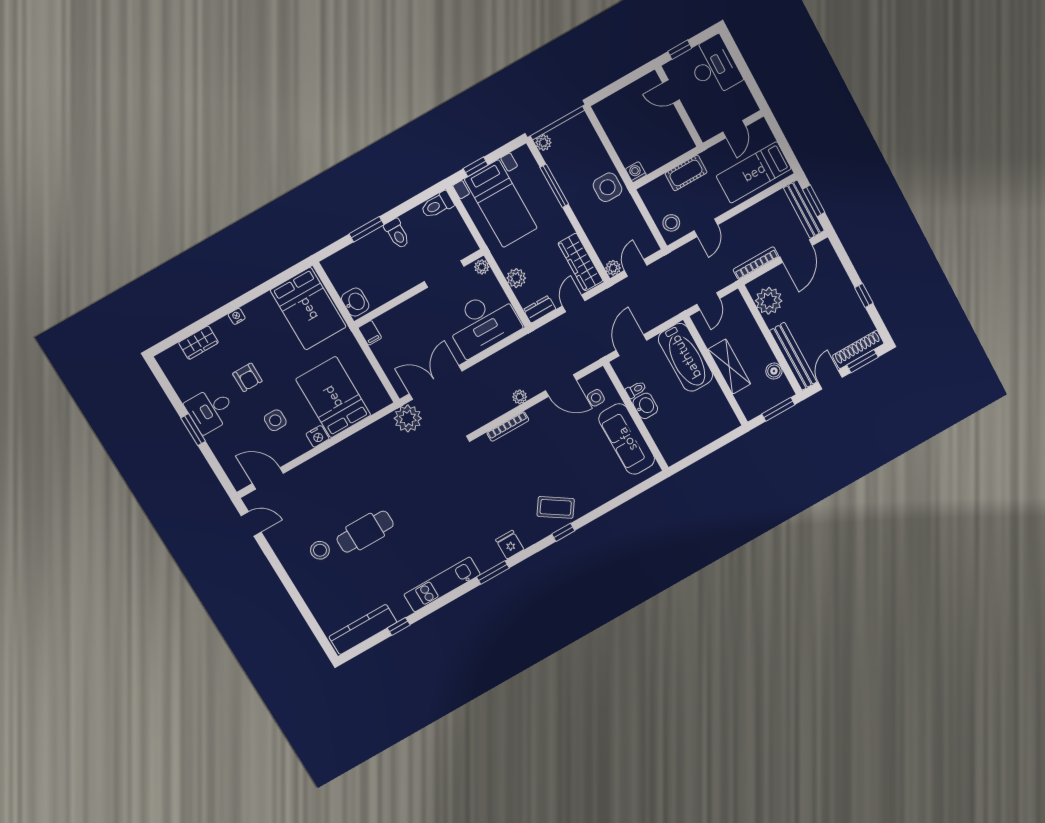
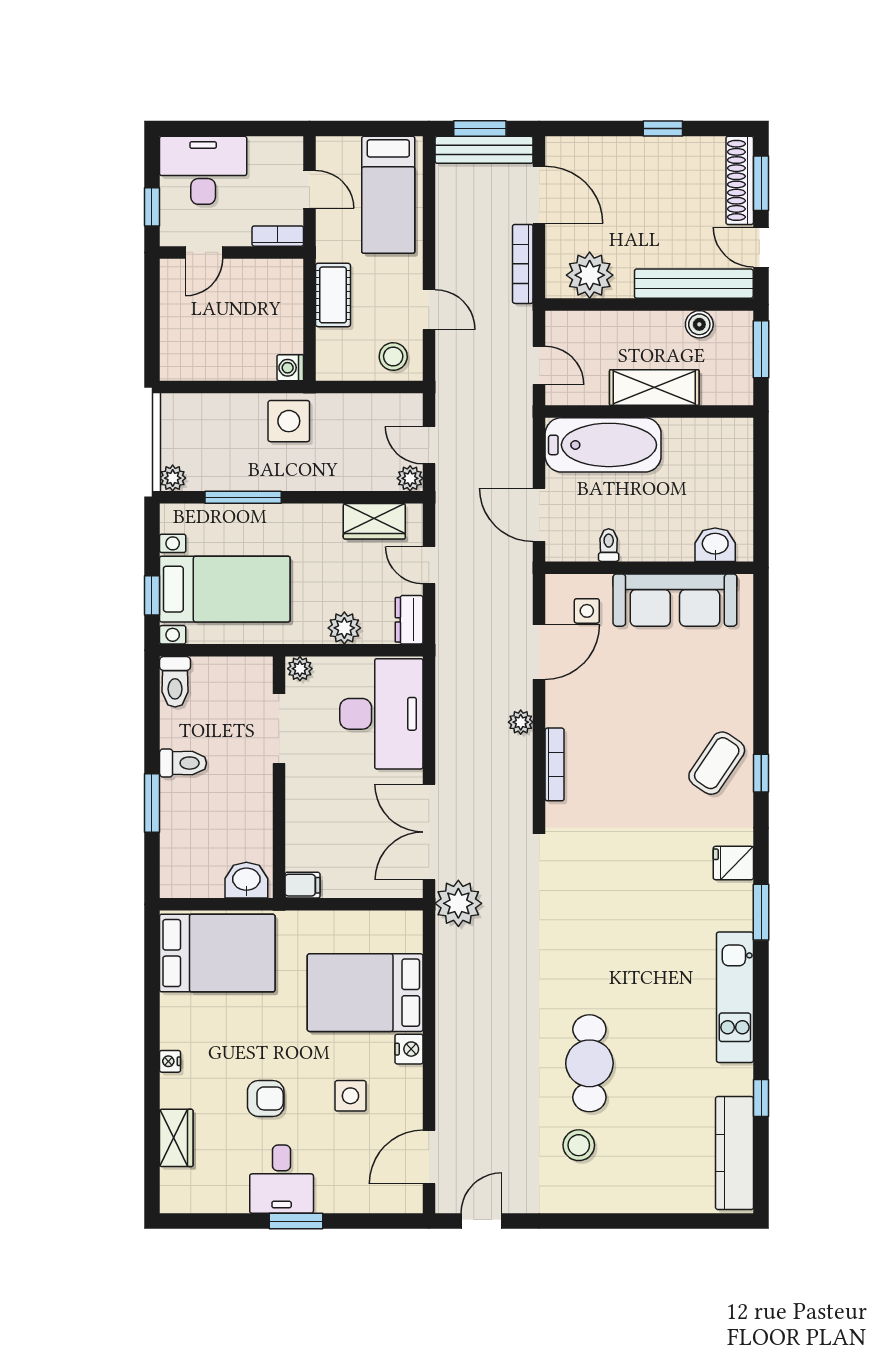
bookcase: (701, 126) -> (278, 236), added
wardrobe: (580, 262) -> (374, 521), width x0.67
washbasin: (645, 406) -> (715, 545), moved

